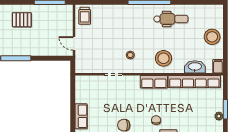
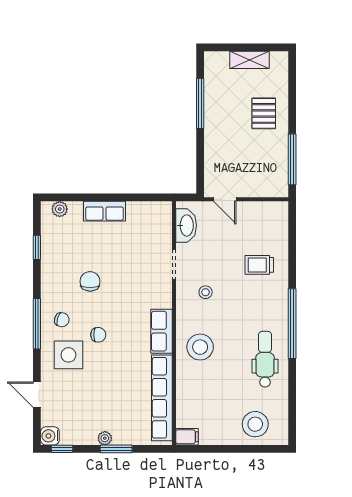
trolley: (85, 16) -> (259, 265), moved
dental chair: (171, 19) -> (265, 359), turned 180
stool: (212, 37) -> (255, 424), moved
door: (74, 43) -> (225, 199), swing flipped
washbasin: (195, 67) -> (186, 225), moved

